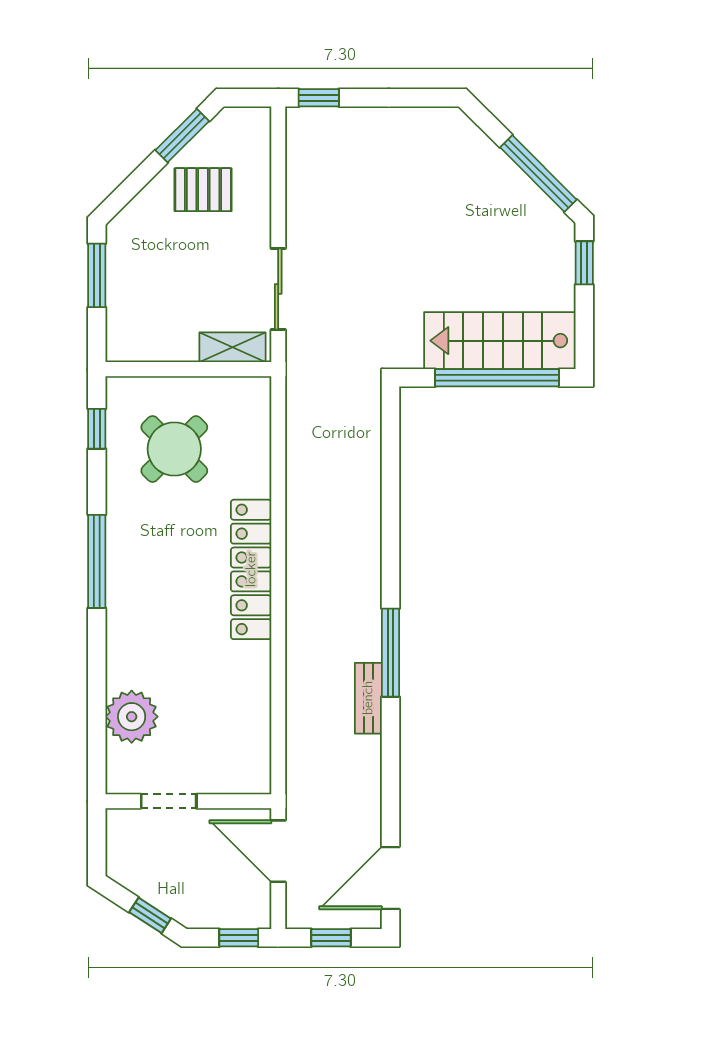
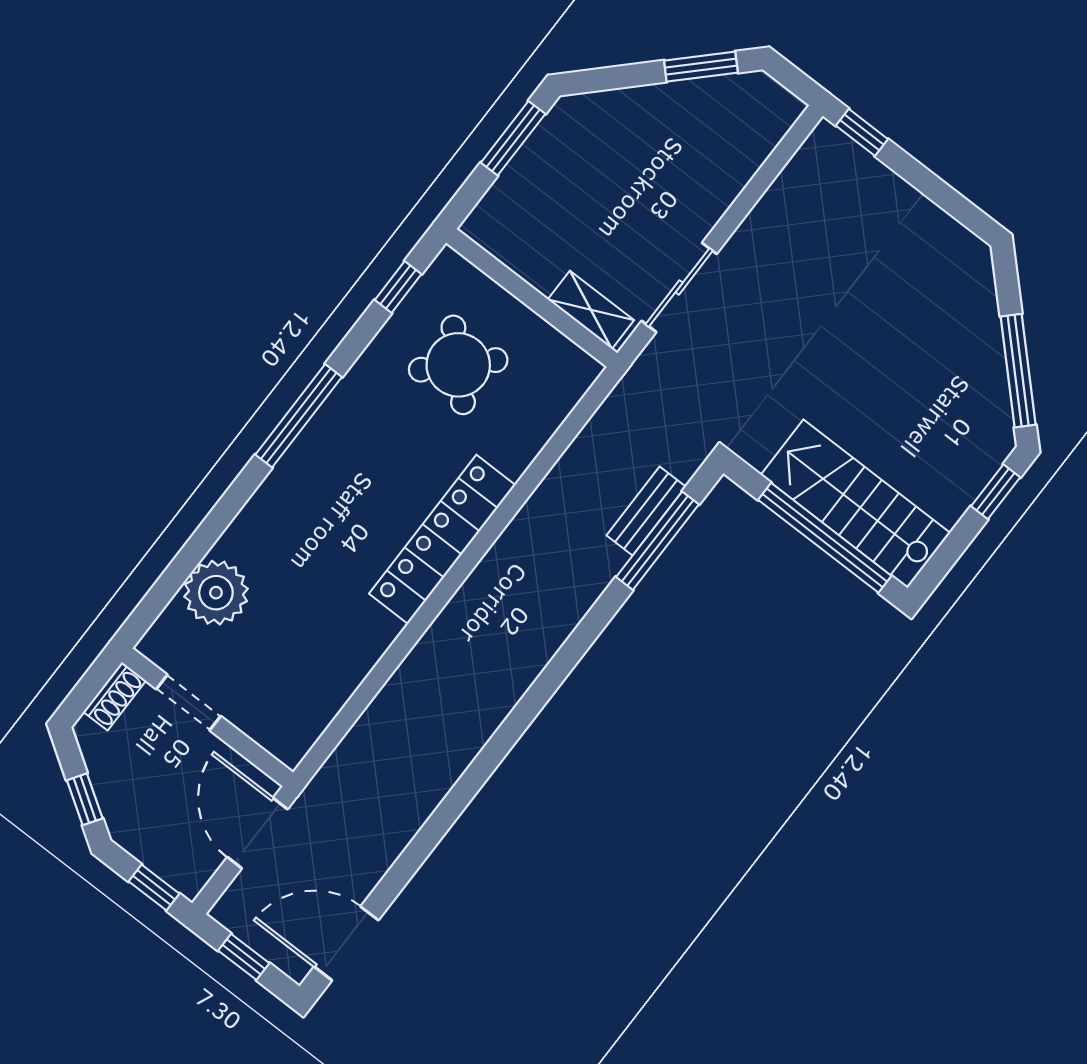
pallet: (203, 190) -> (681, 135), removed
window: (391, 653) -> (658, 541), moved
bench: (368, 698) -> (646, 511), moved
shoe rack: (118, 834) -> (115, 696), added

